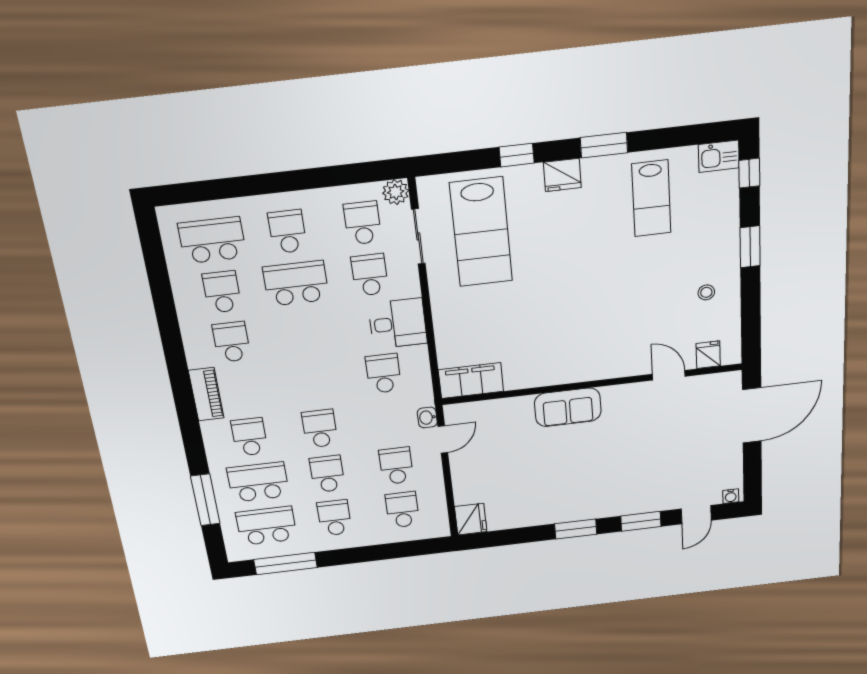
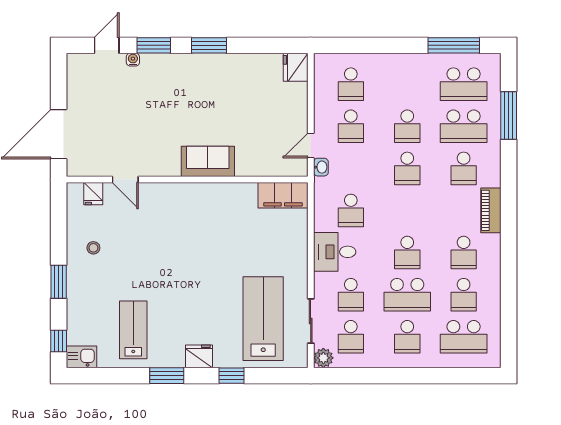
water cooler: (731, 496) -> (133, 60), moved
school desk: (334, 518) -> (407, 253), moved

